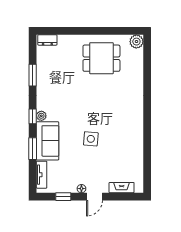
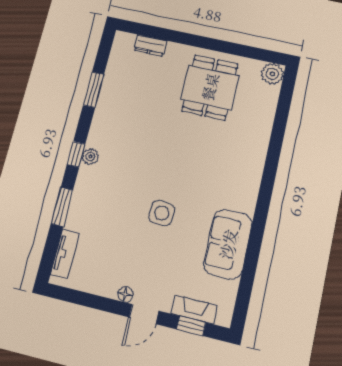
dresser: (47, 40) -> (150, 45), moved
dining table: (101, 58) -> (210, 87), turned 90
sofa: (47, 141) -> (228, 244), moved, turned 180
window: (63, 197) -> (191, 326), moved

